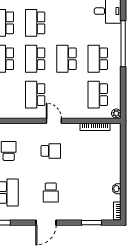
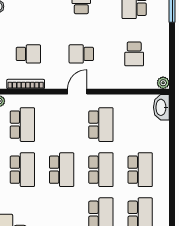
door: (54, 121) -> (77, 92), swing flipped
school desk: (93, 151) -> (28, 54), added

